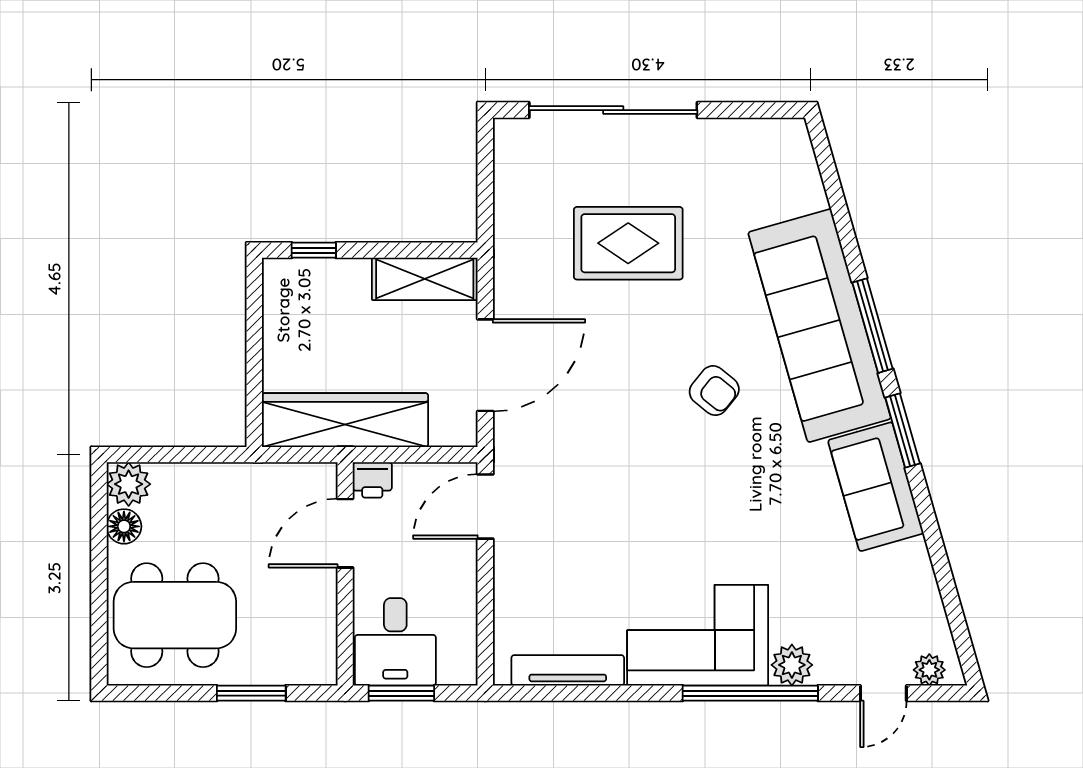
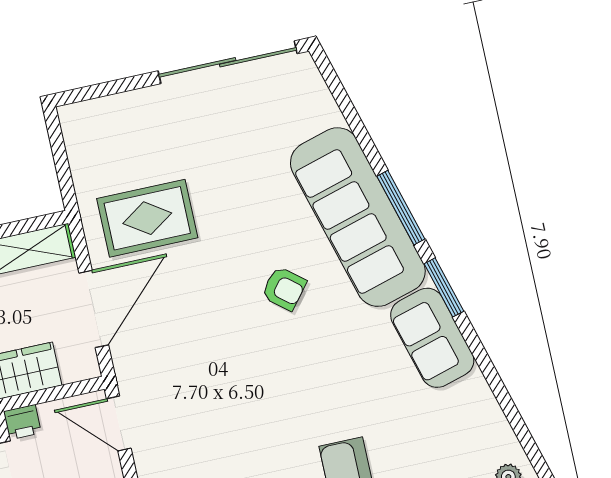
sliding door: (613, 110) -> (228, 62), moved
rug: (628, 243) -> (147, 218), moved
door: (485, 506) -> (119, 424), hinge flipped

